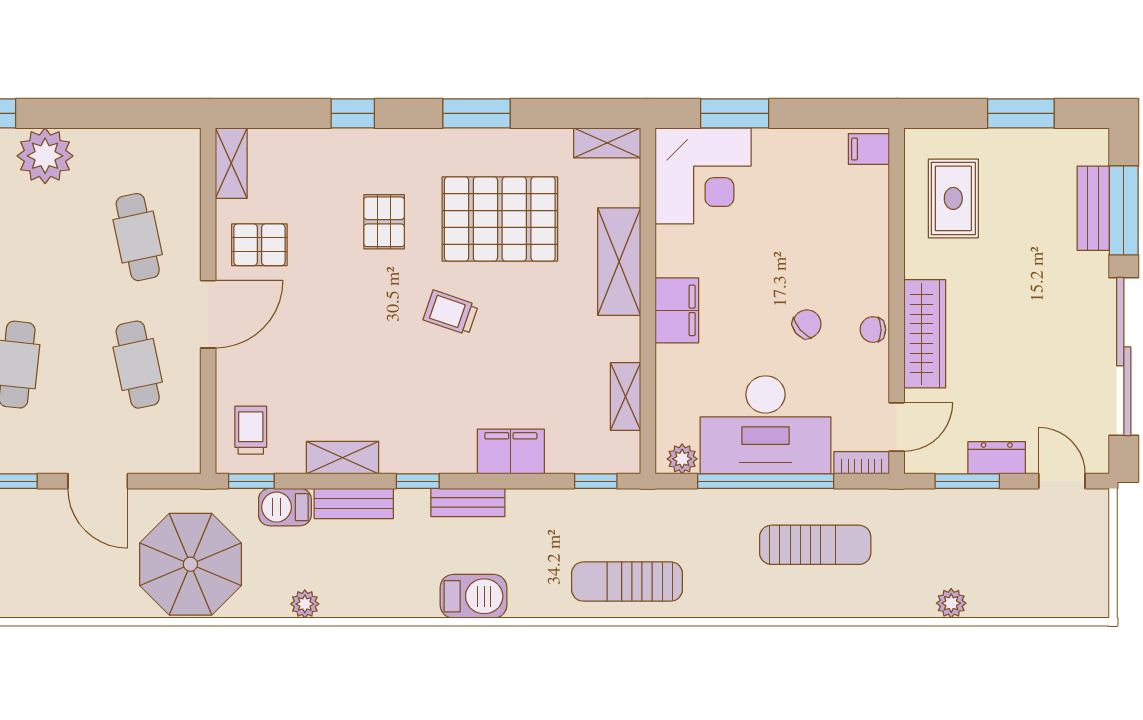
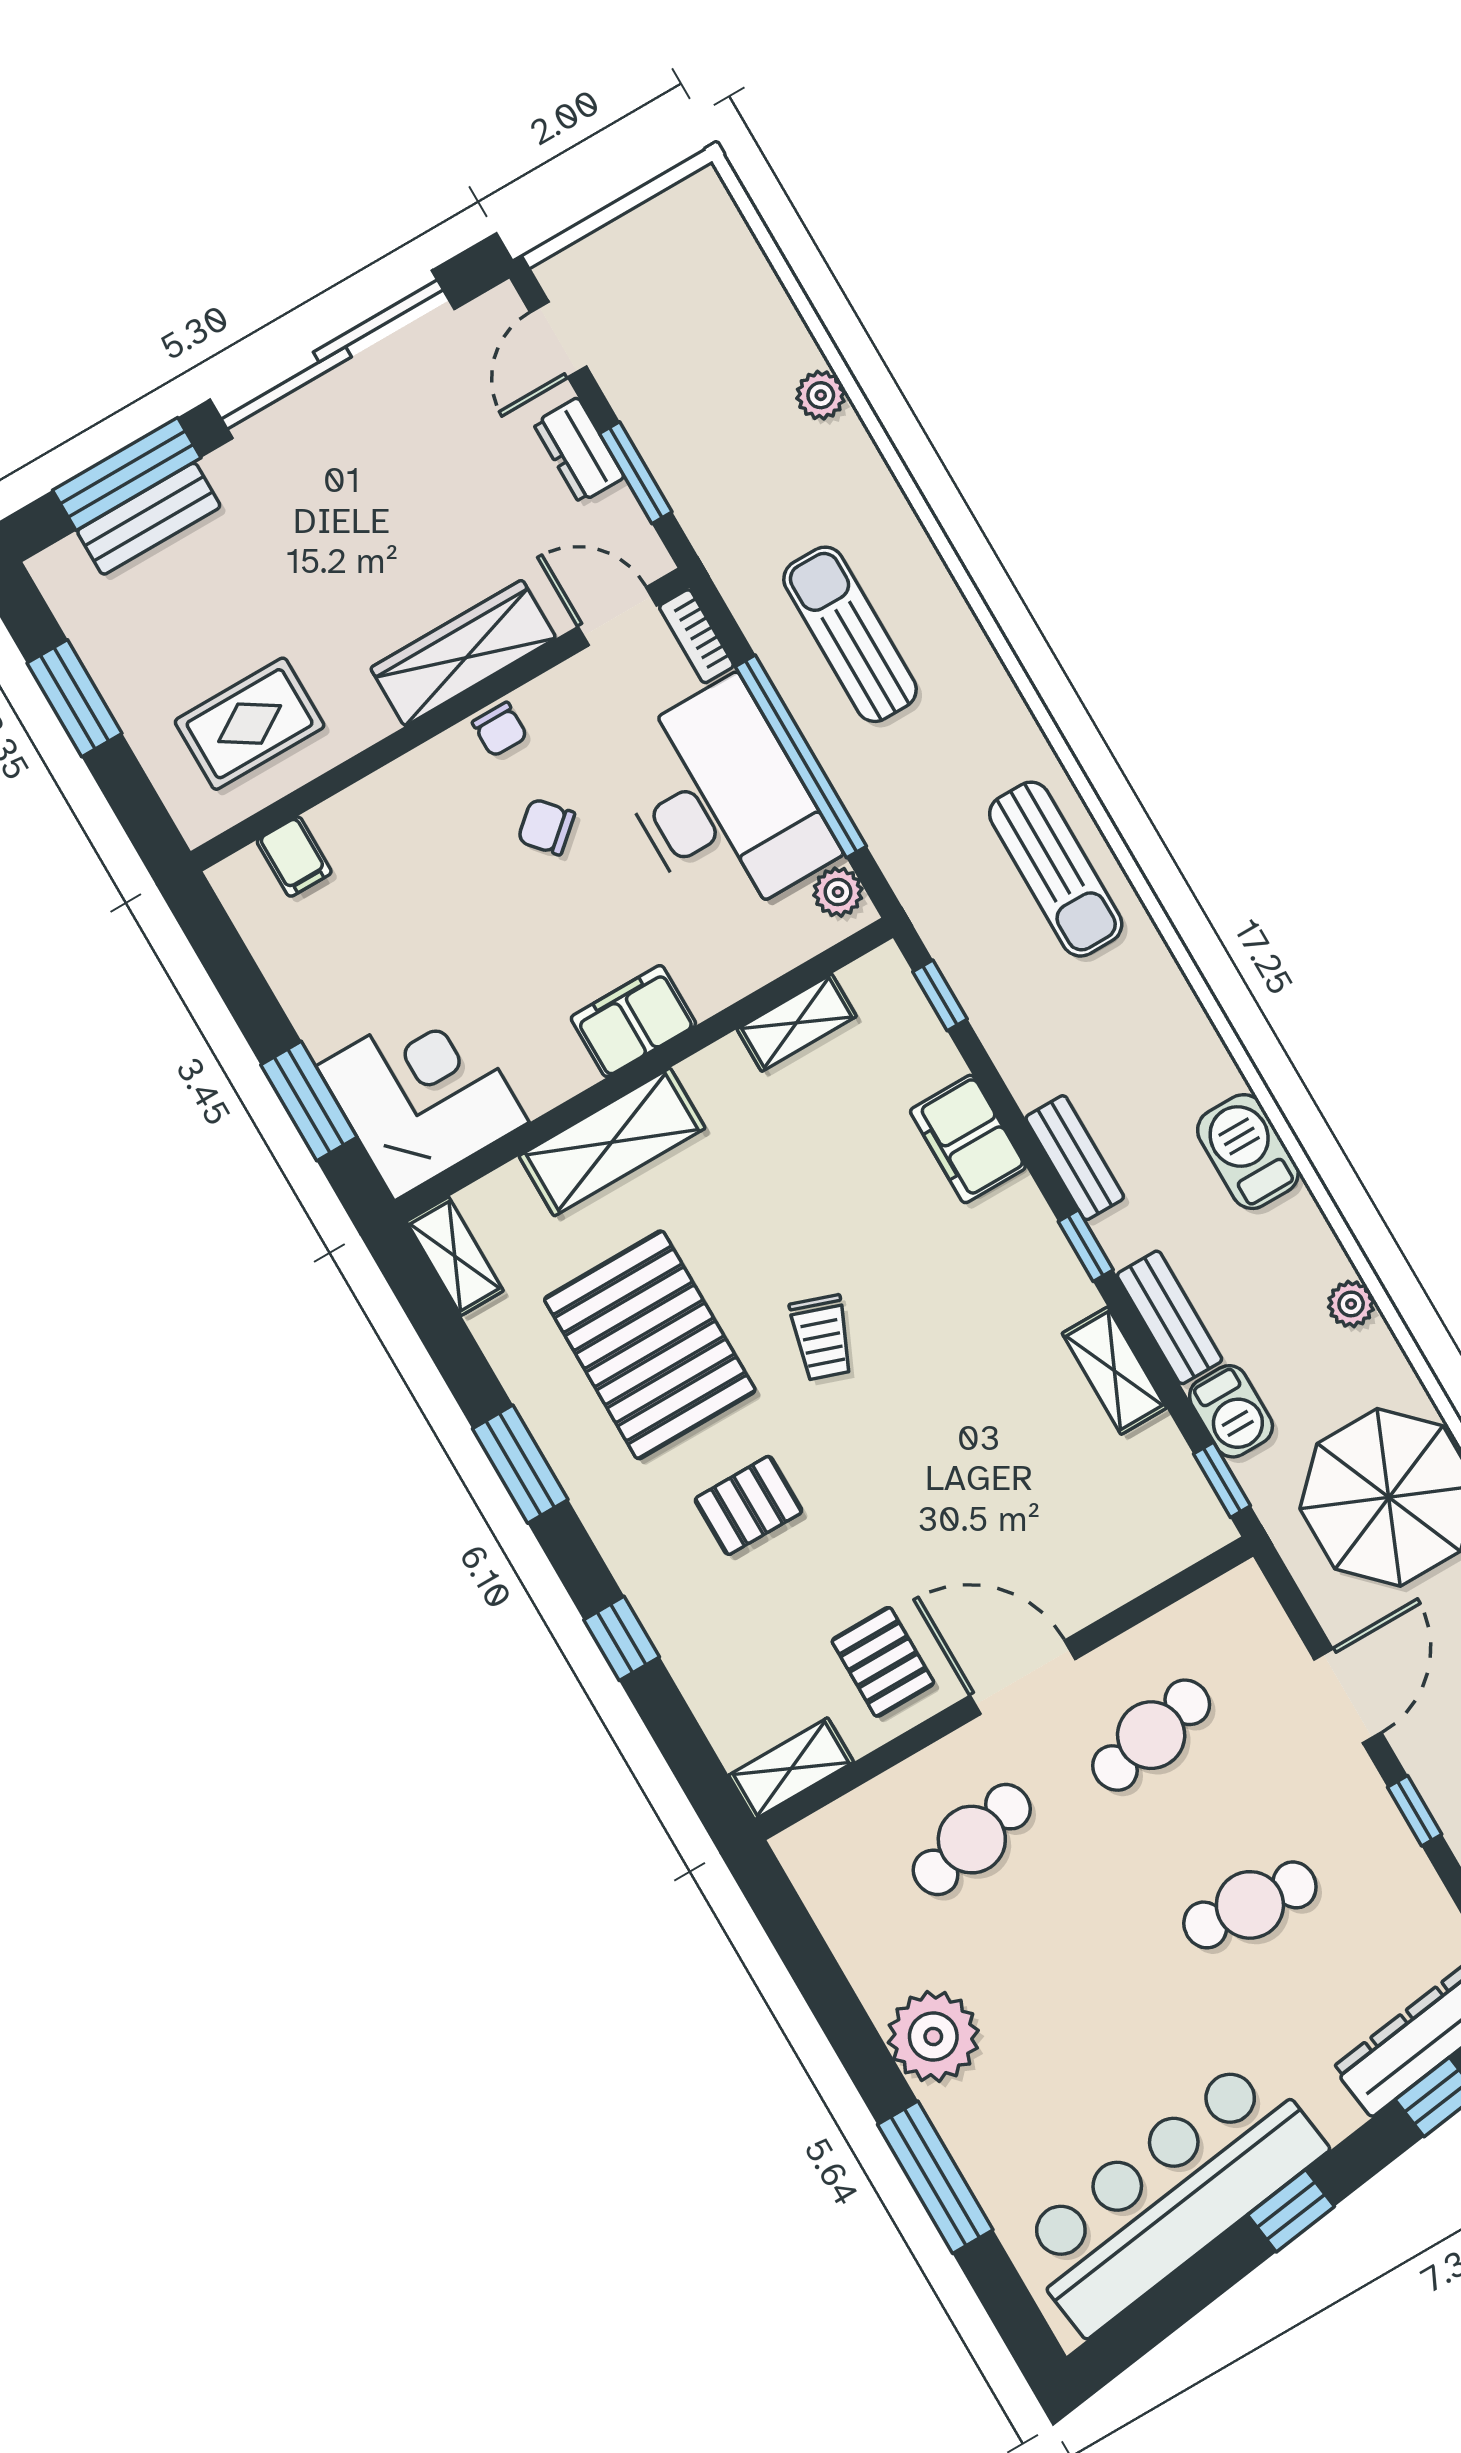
filing cabinet: (869, 149) -> (294, 857), moved
trolley: (251, 430) -> (1151, 1522), removed
barbecue: (474, 596) -> (1248, 1152), moved

